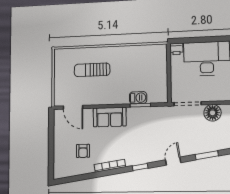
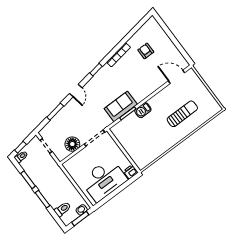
barbecue: (138, 98) -> (143, 110), moved
sofa: (110, 117) -> (121, 106), moved

